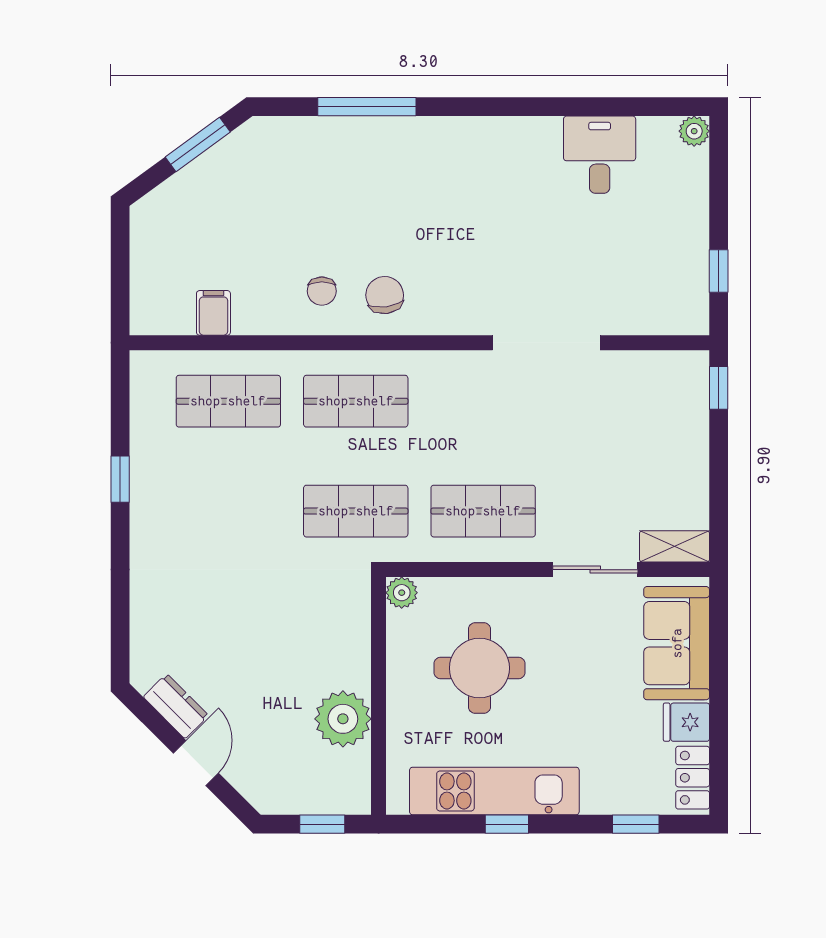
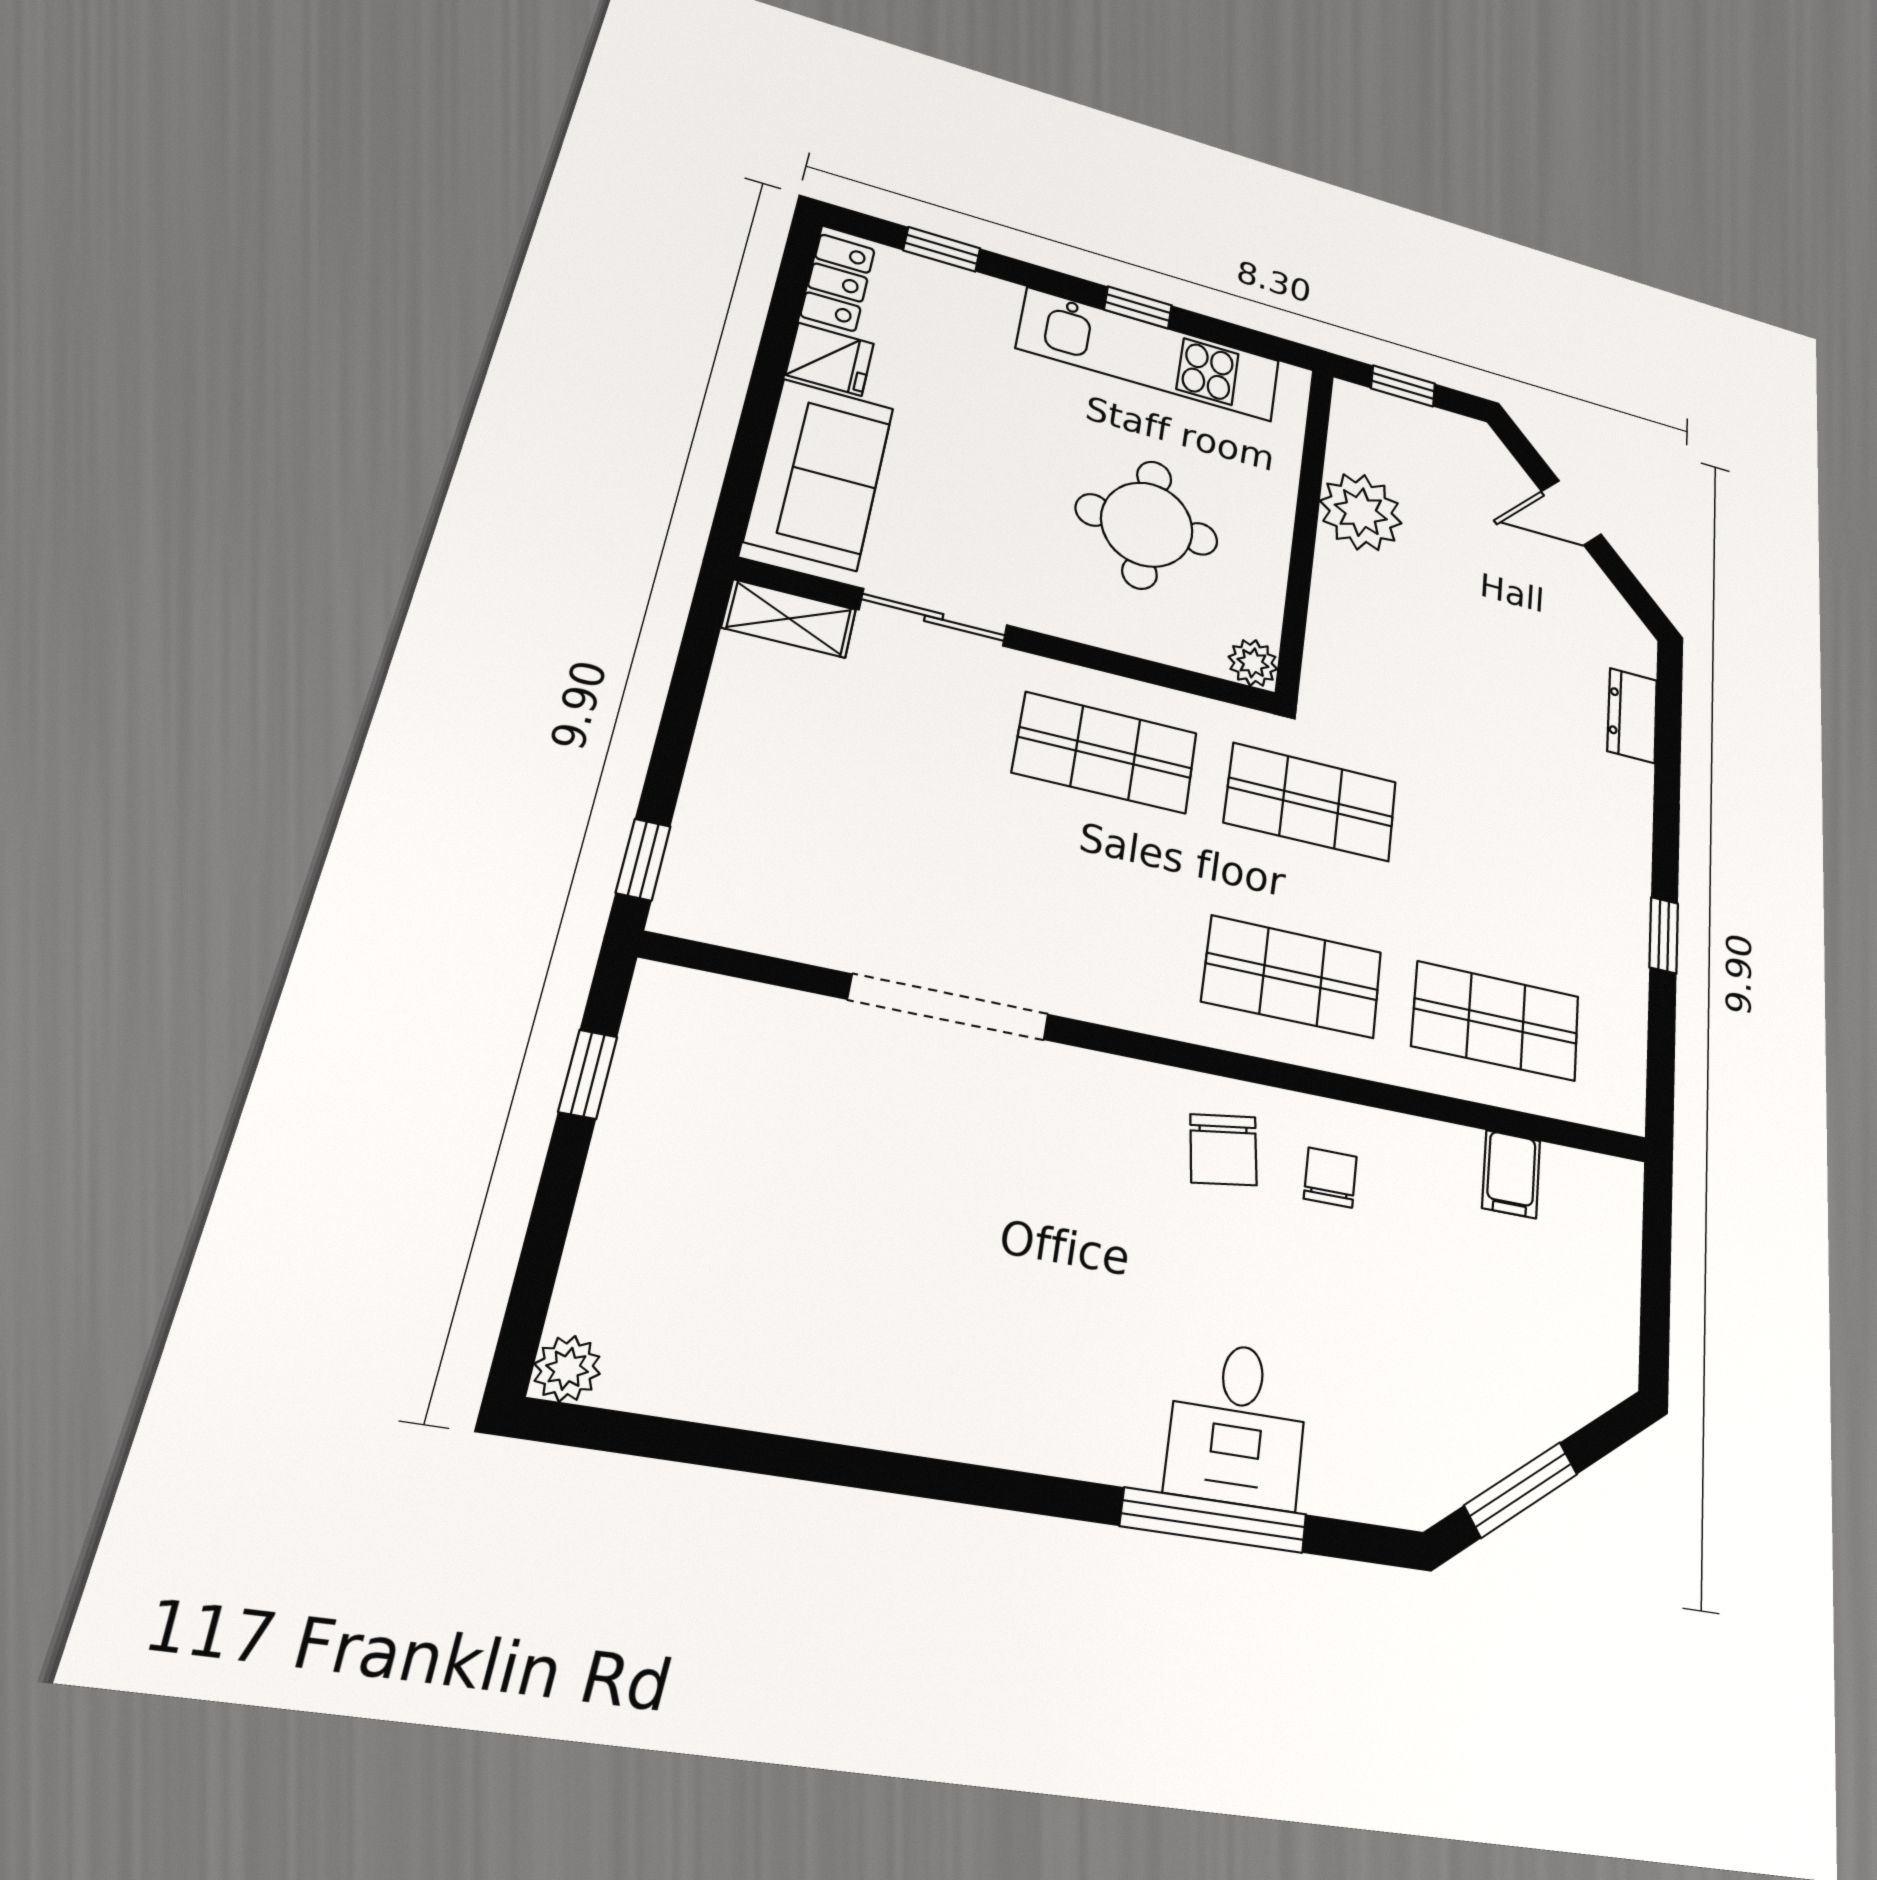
desk: (600, 155) -> (1238, 1424), moved
dresser: (176, 706) -> (1632, 715), moved, turned 45
door: (196, 763) -> (1571, 513), hinge flipped

